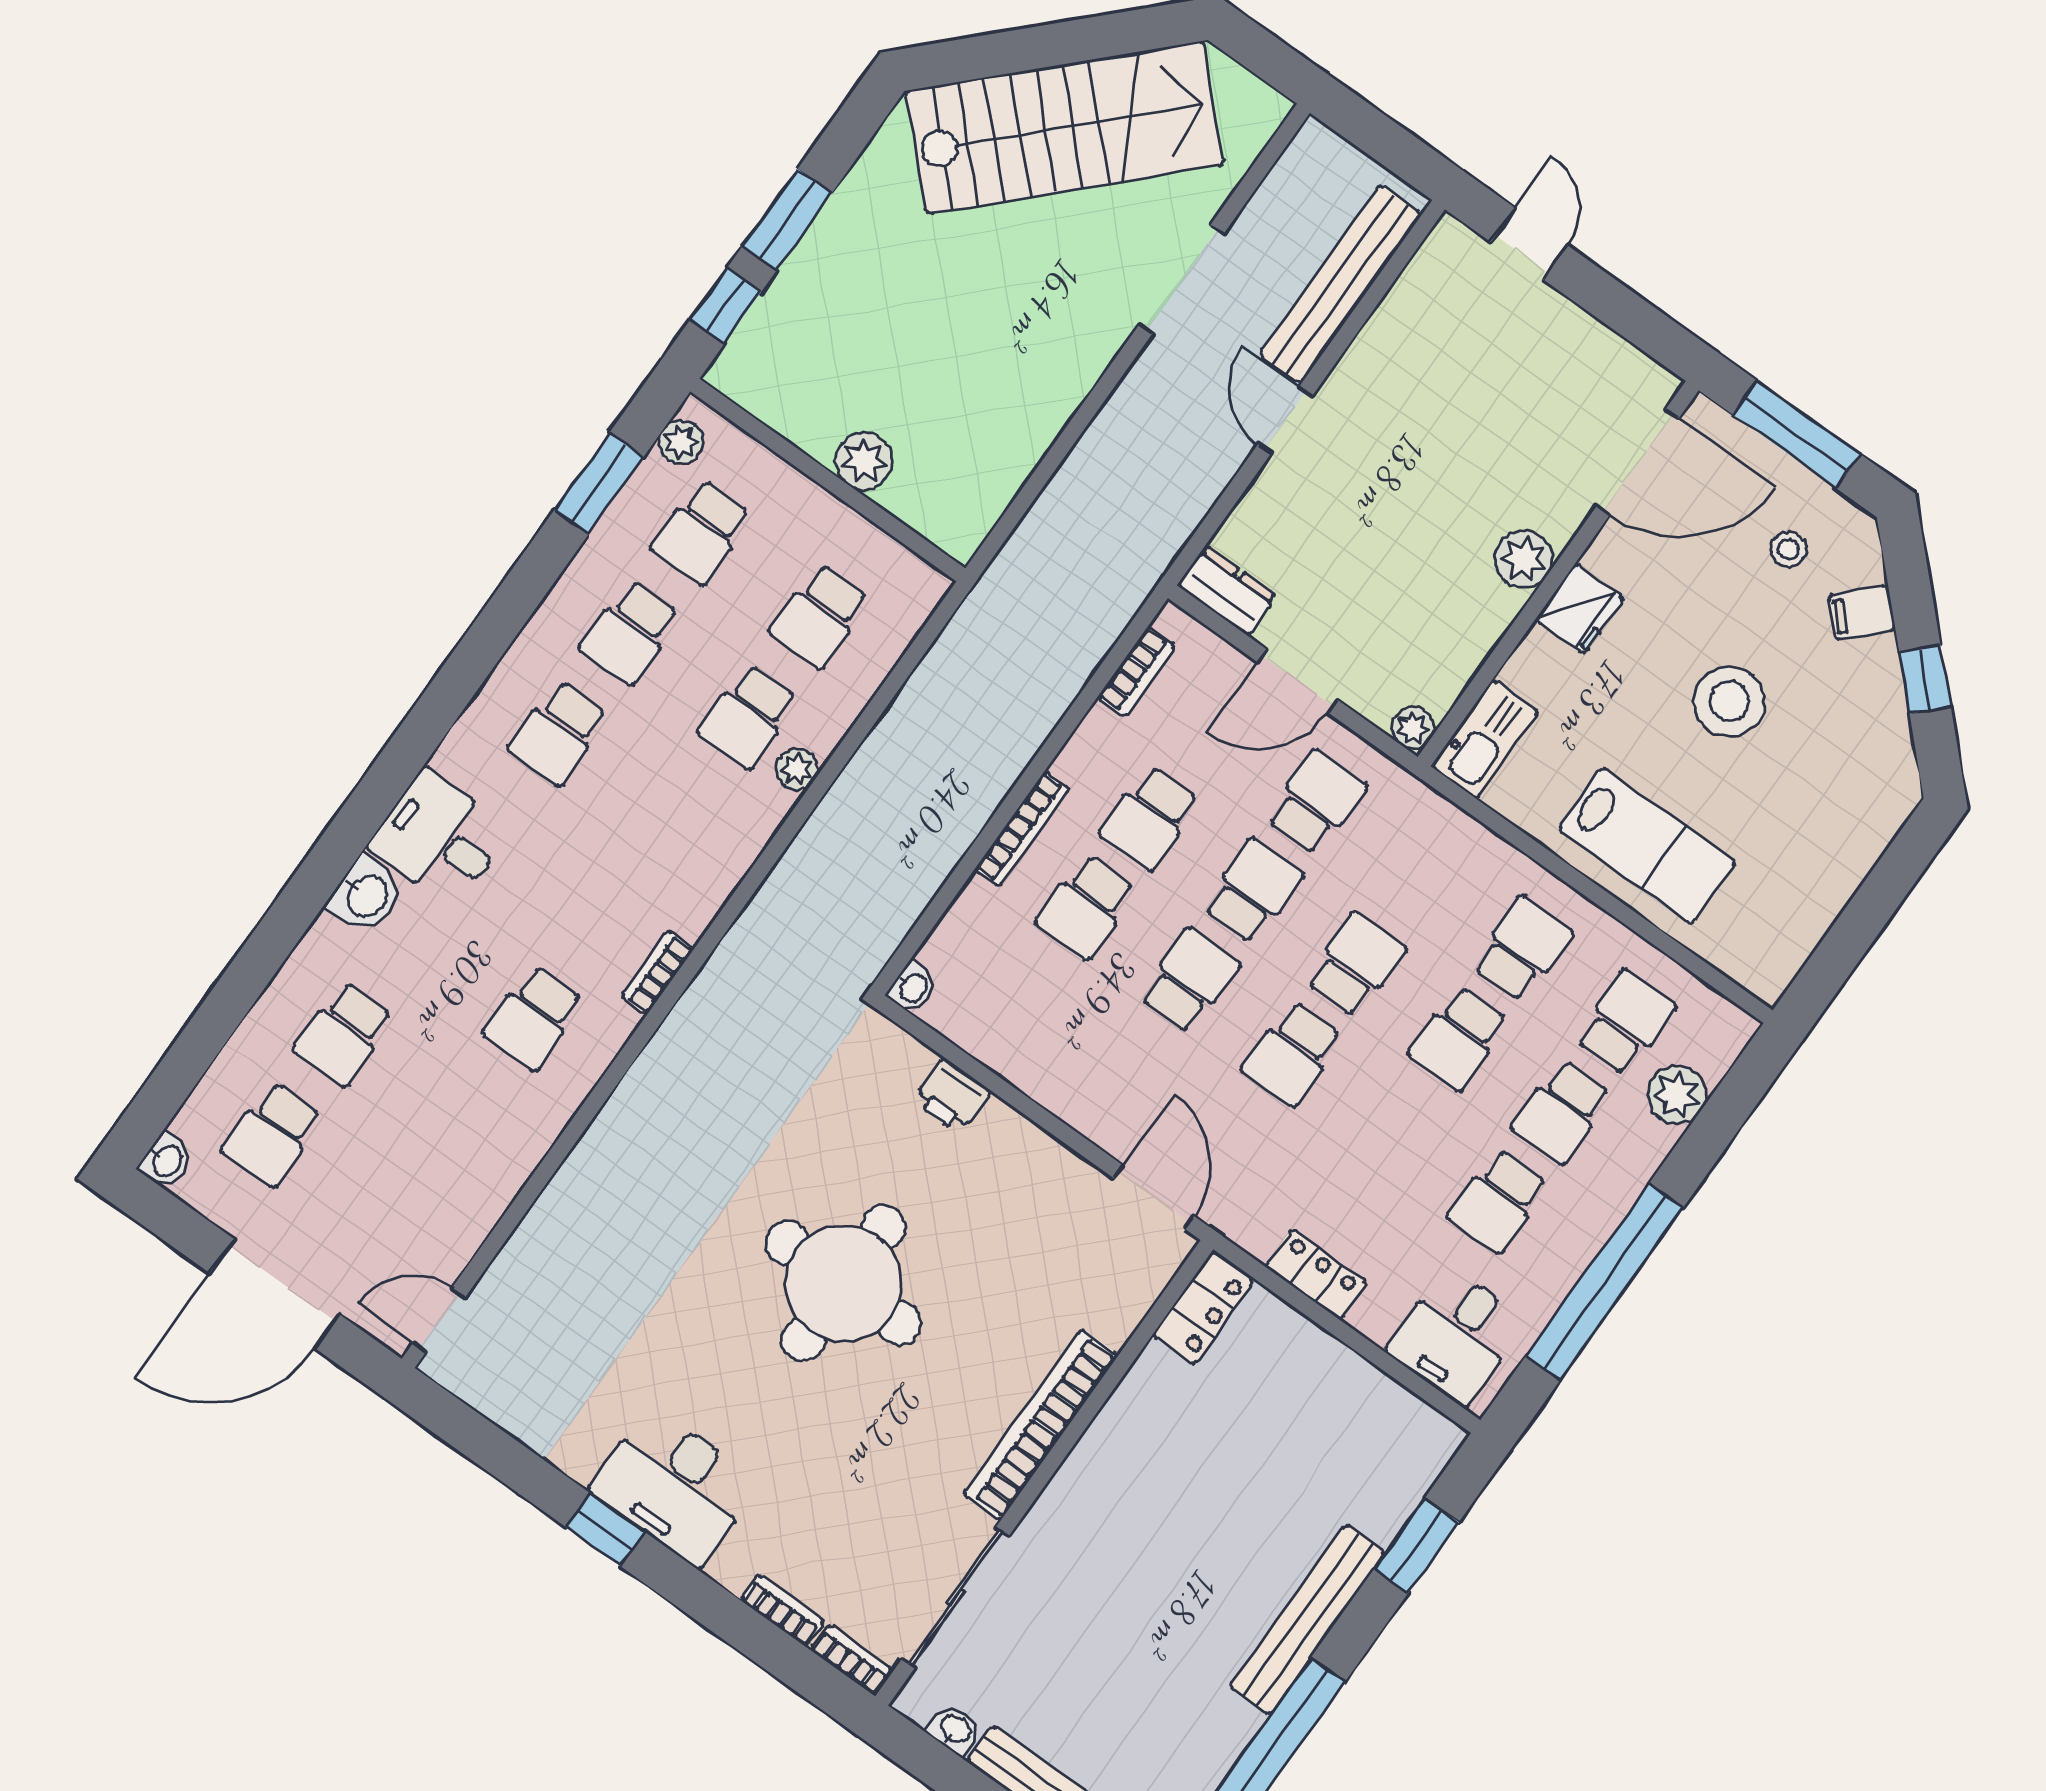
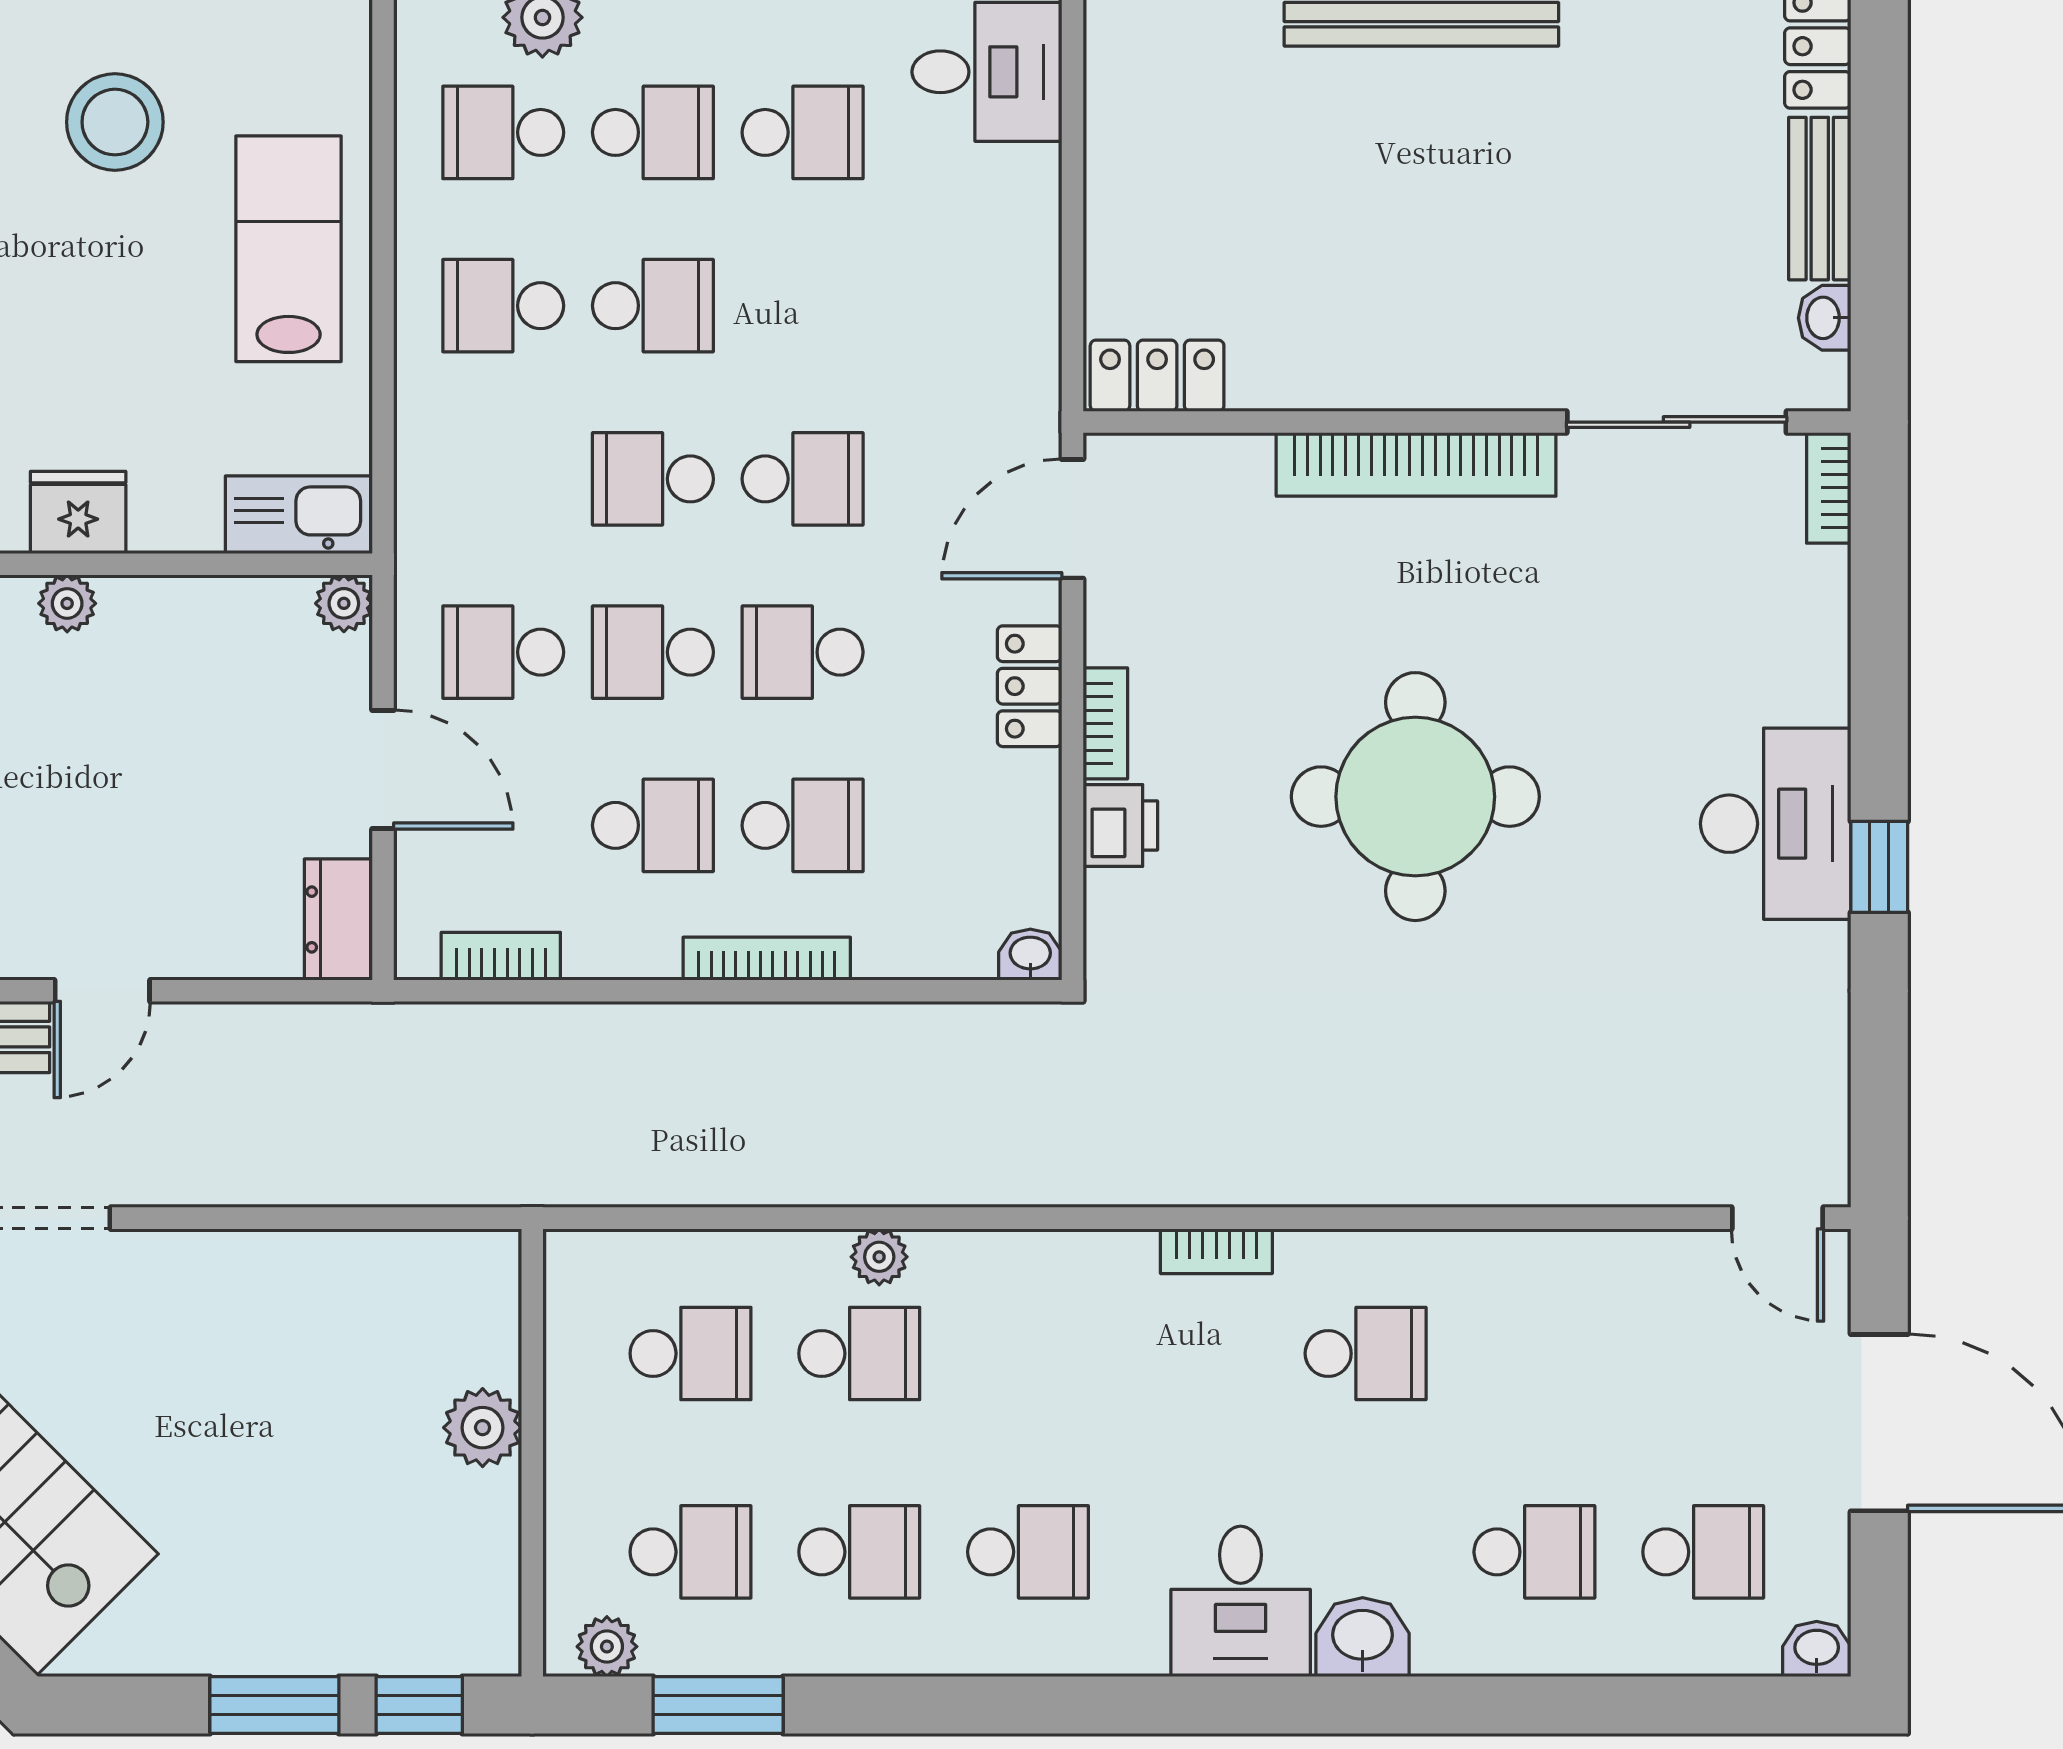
plant: (1524, 559) -> (67, 603), width x0.73, depth x0.73
stool: (1729, 701) -> (115, 122), moved
locker: (1316, 1274) -> (1030, 686), moved
bookcase: (782, 1611) -> (1105, 723), moved, turned 180

